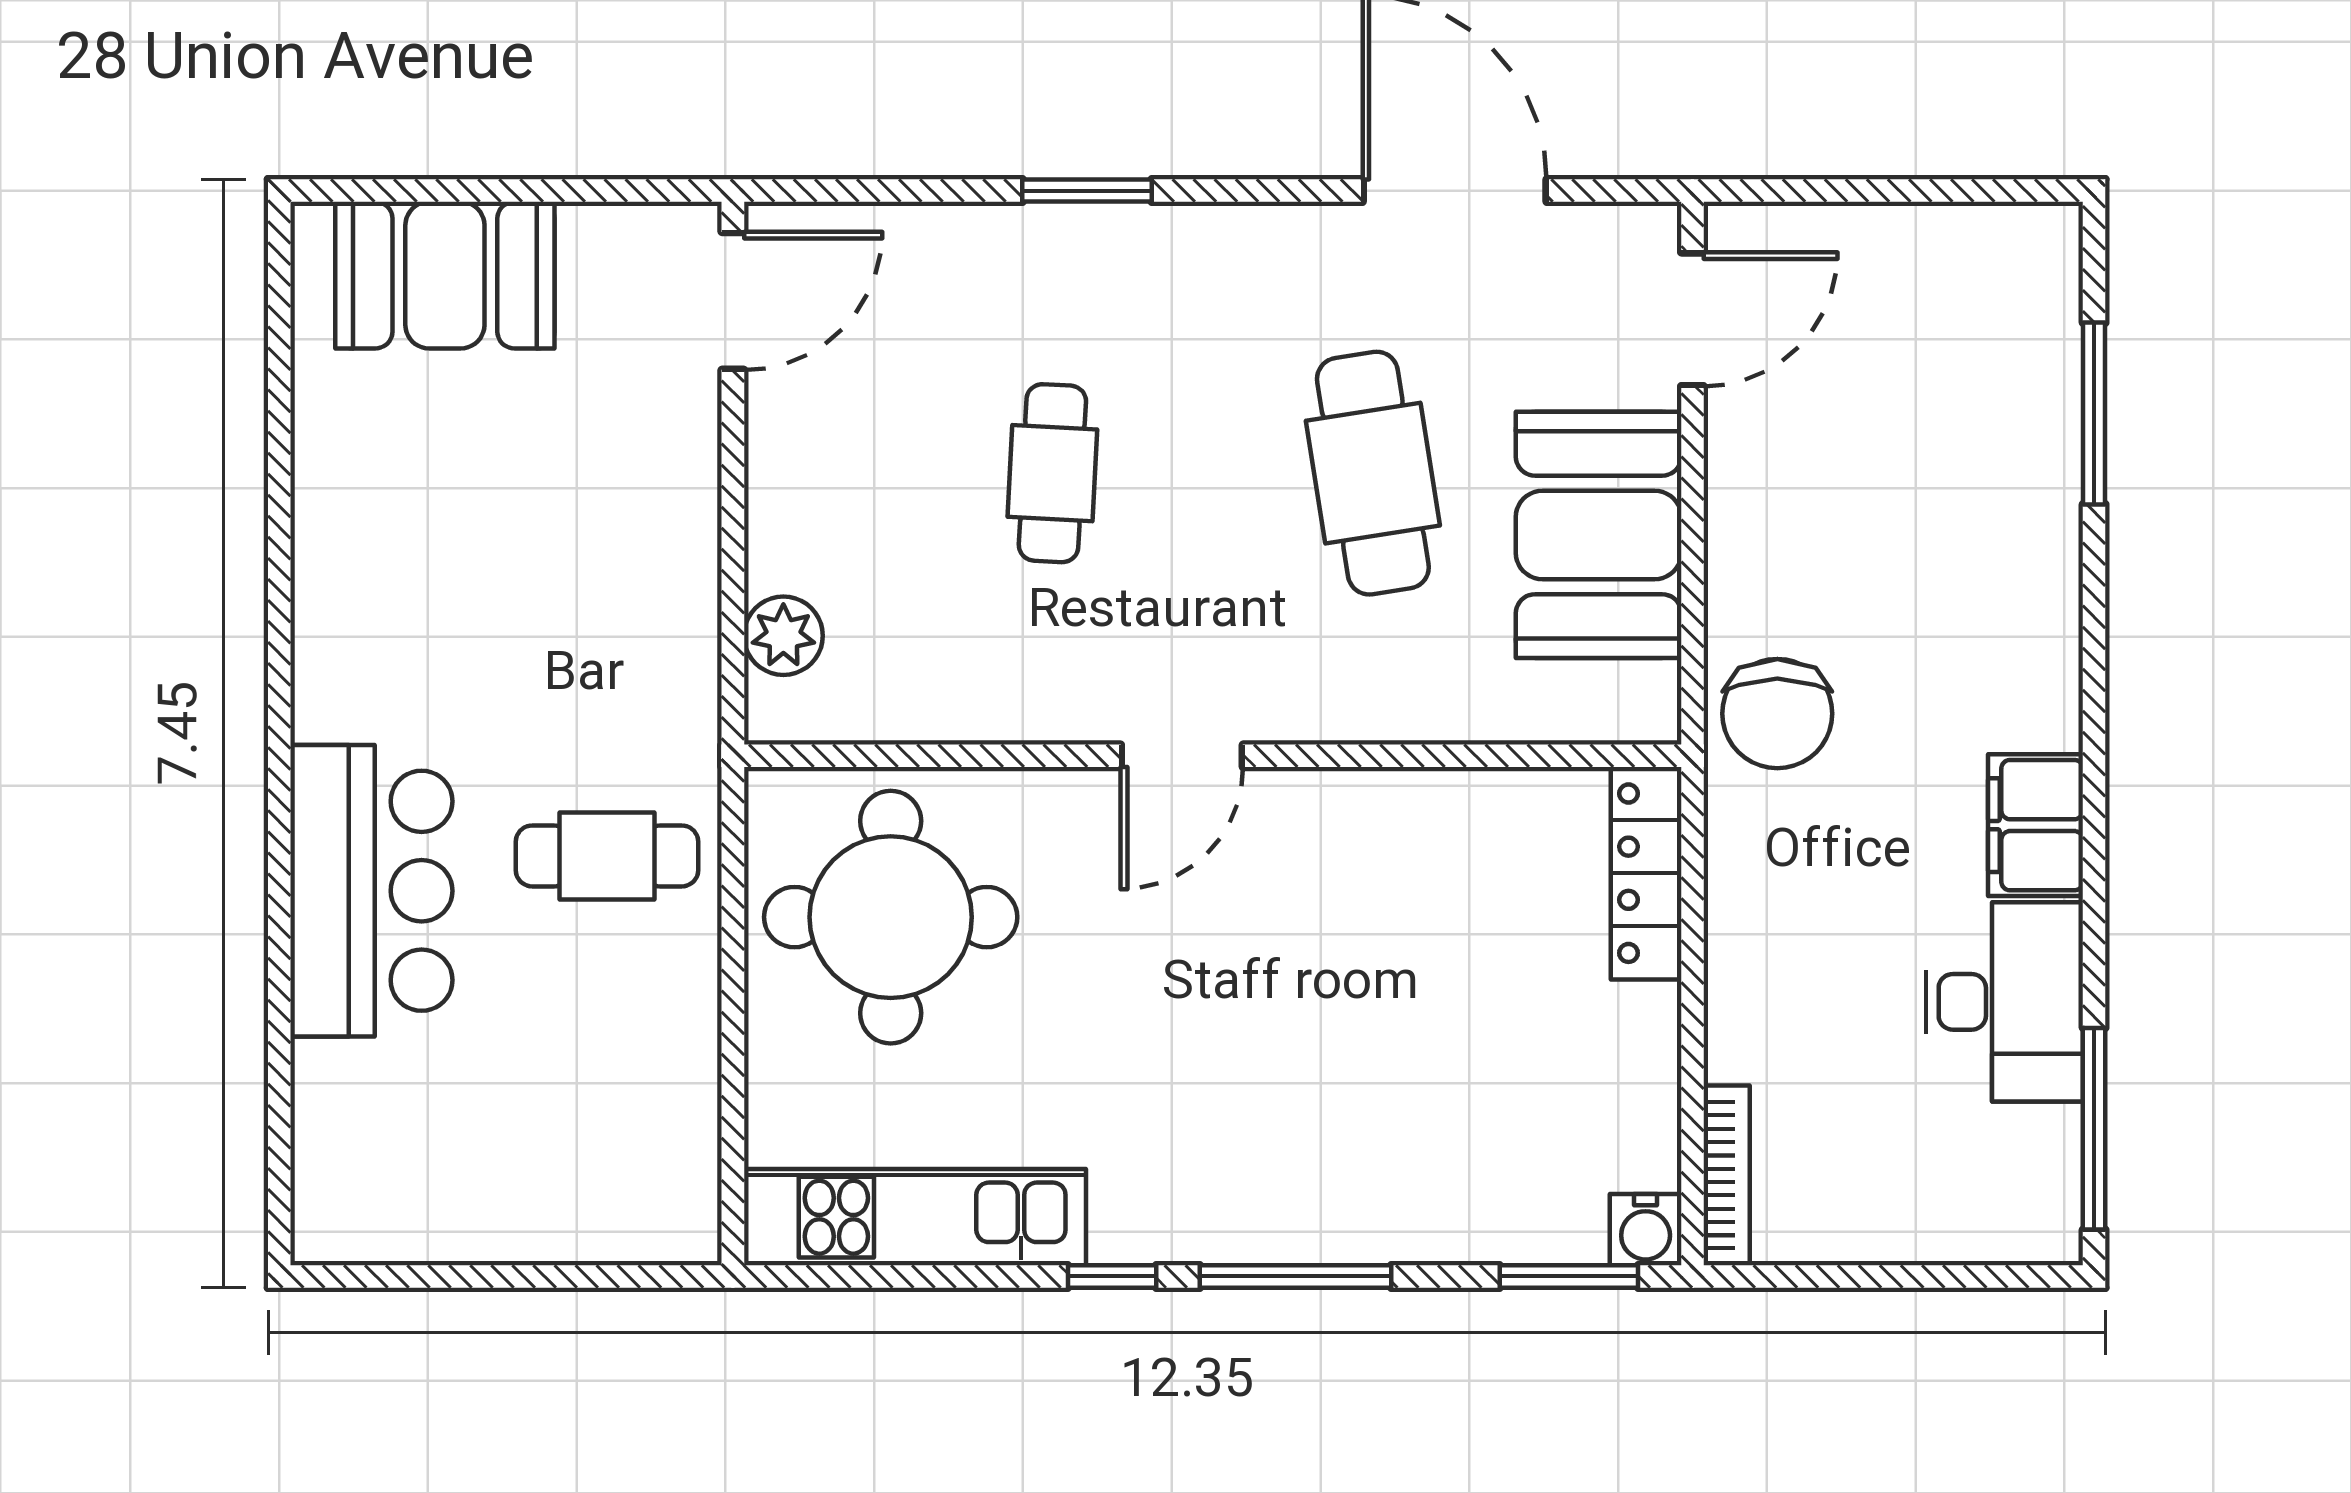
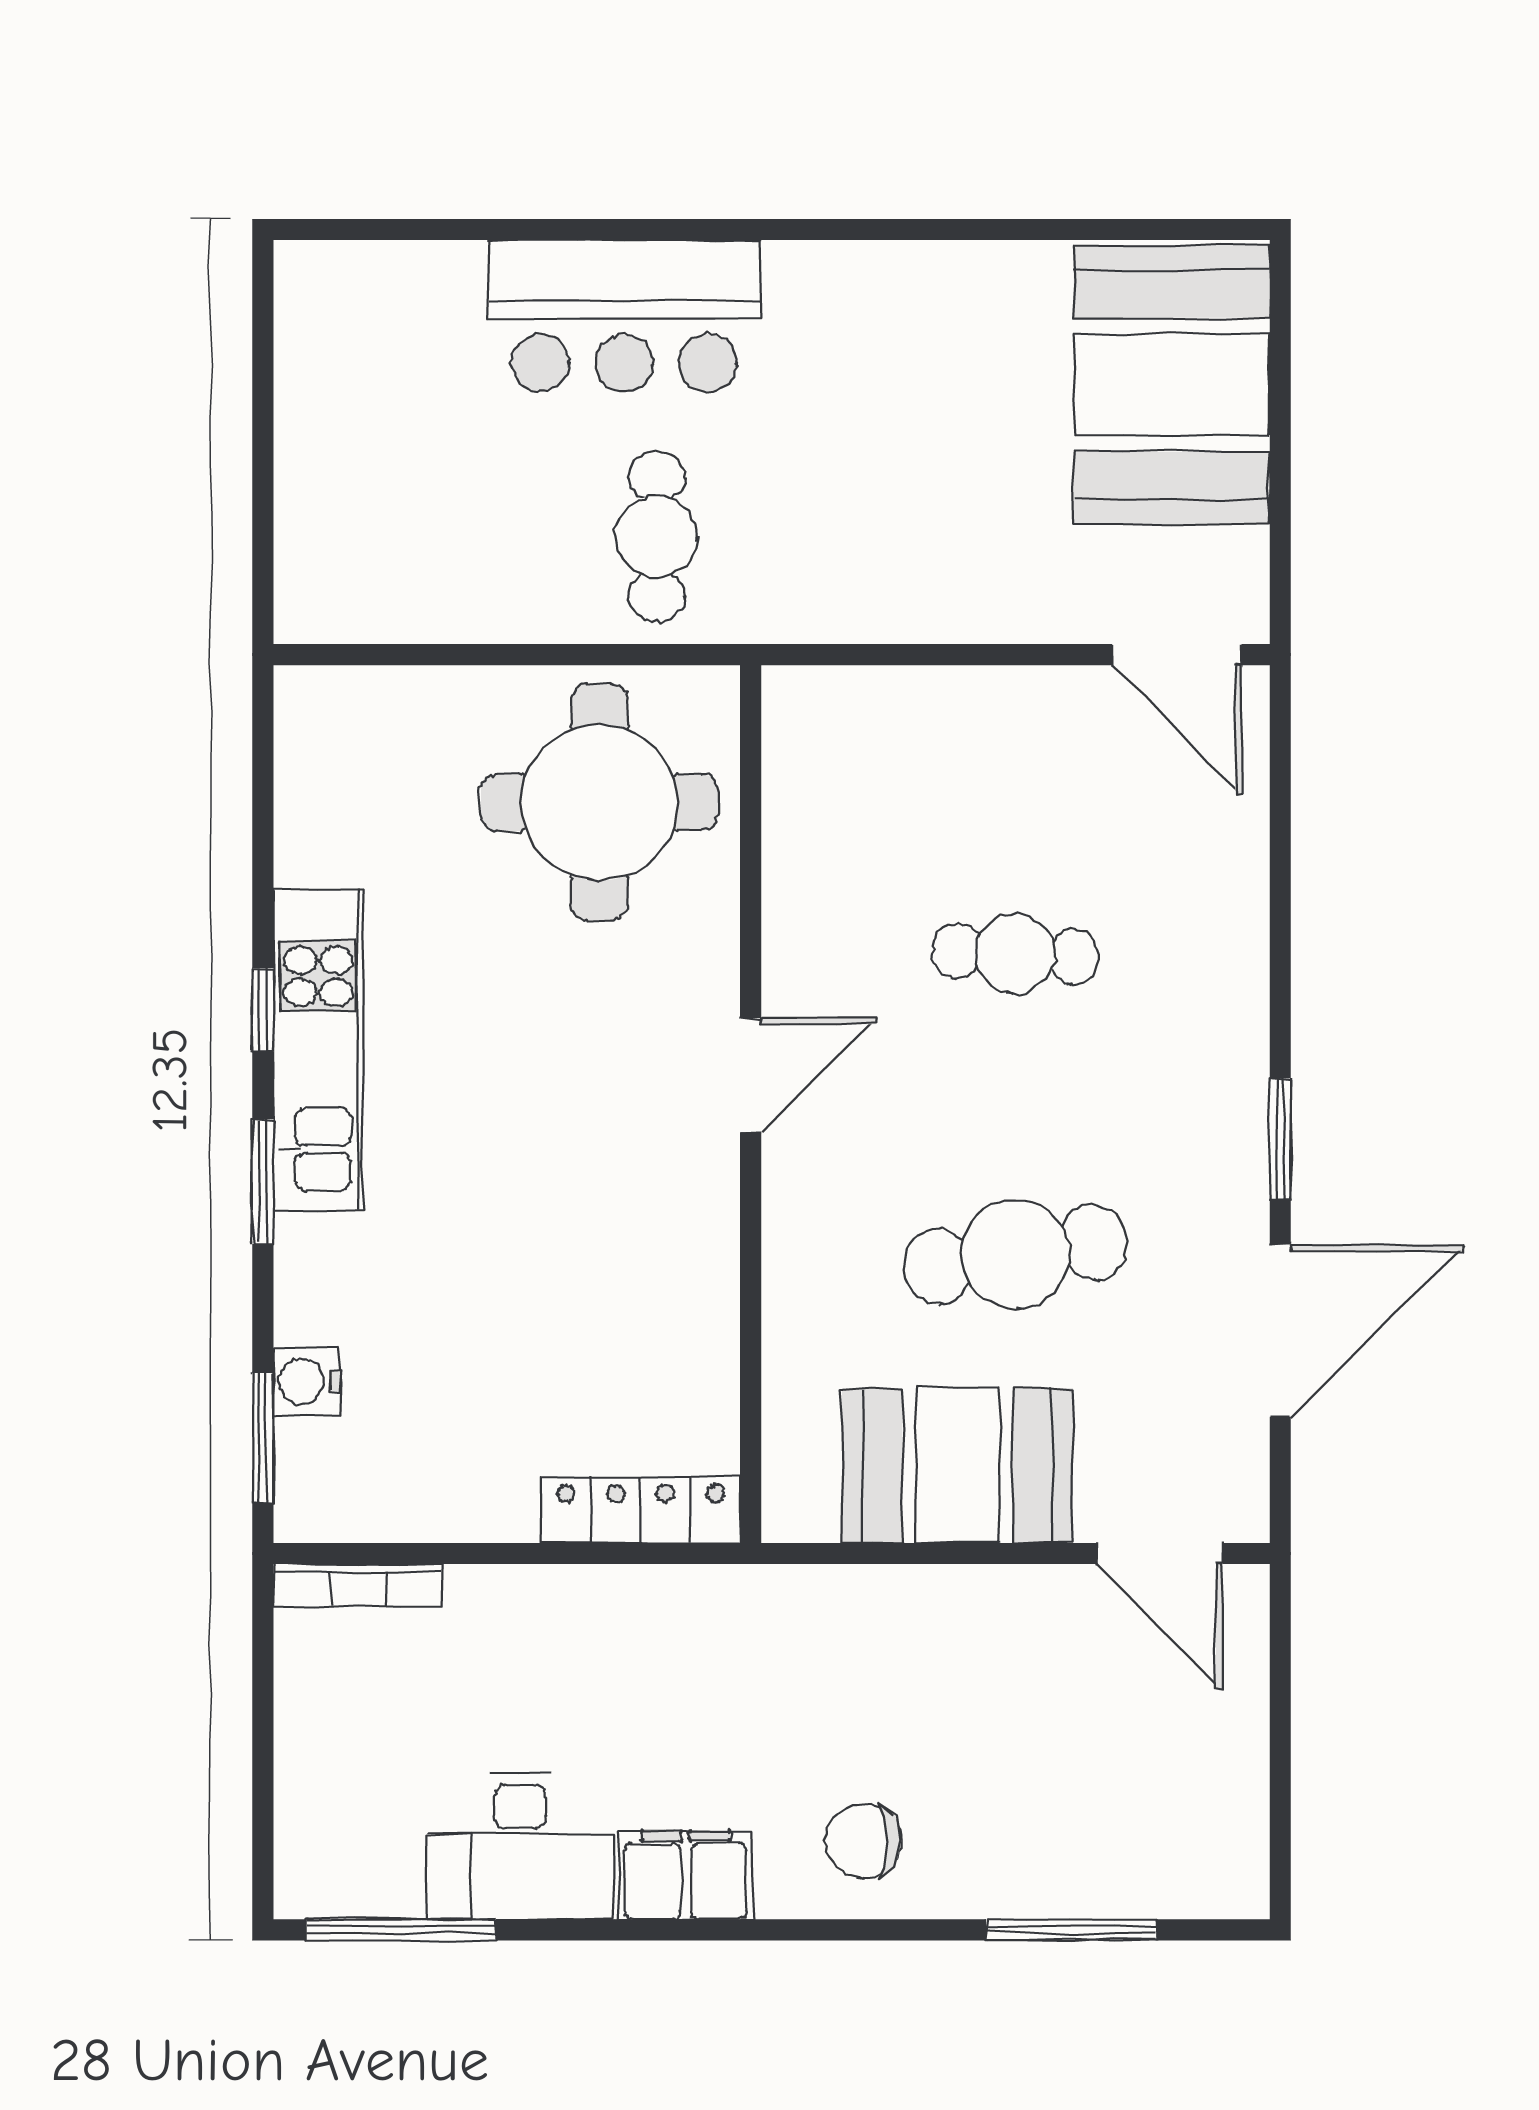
window: (1087, 191) -> (1280, 1139), moved
booth: (445, 275) -> (1172, 385), width x1.36, depth x1.42
plant: (783, 636) -> (863, 702), removed
chair: (1777, 714) -> (864, 1841), moved, width x0.73, depth x0.73
door: (1182, 756) -> (751, 1075), swing flipped
kitchen unit: (915, 1217) -> (318, 1050), moved
water cooler: (1646, 1230) -> (307, 1382), moved
window: (1295, 1276) -> (263, 1182), width x0.69

